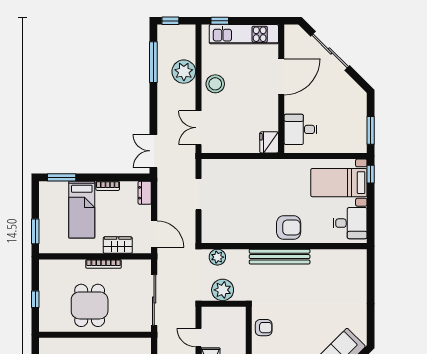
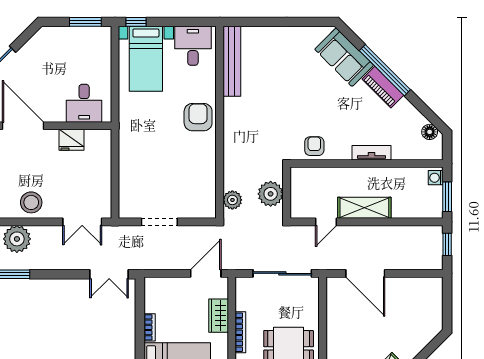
fridge: (269, 142) -> (71, 140), moved
dresser: (145, 193) -> (158, 284), removed
bench: (280, 257) -> (232, 61), moved

